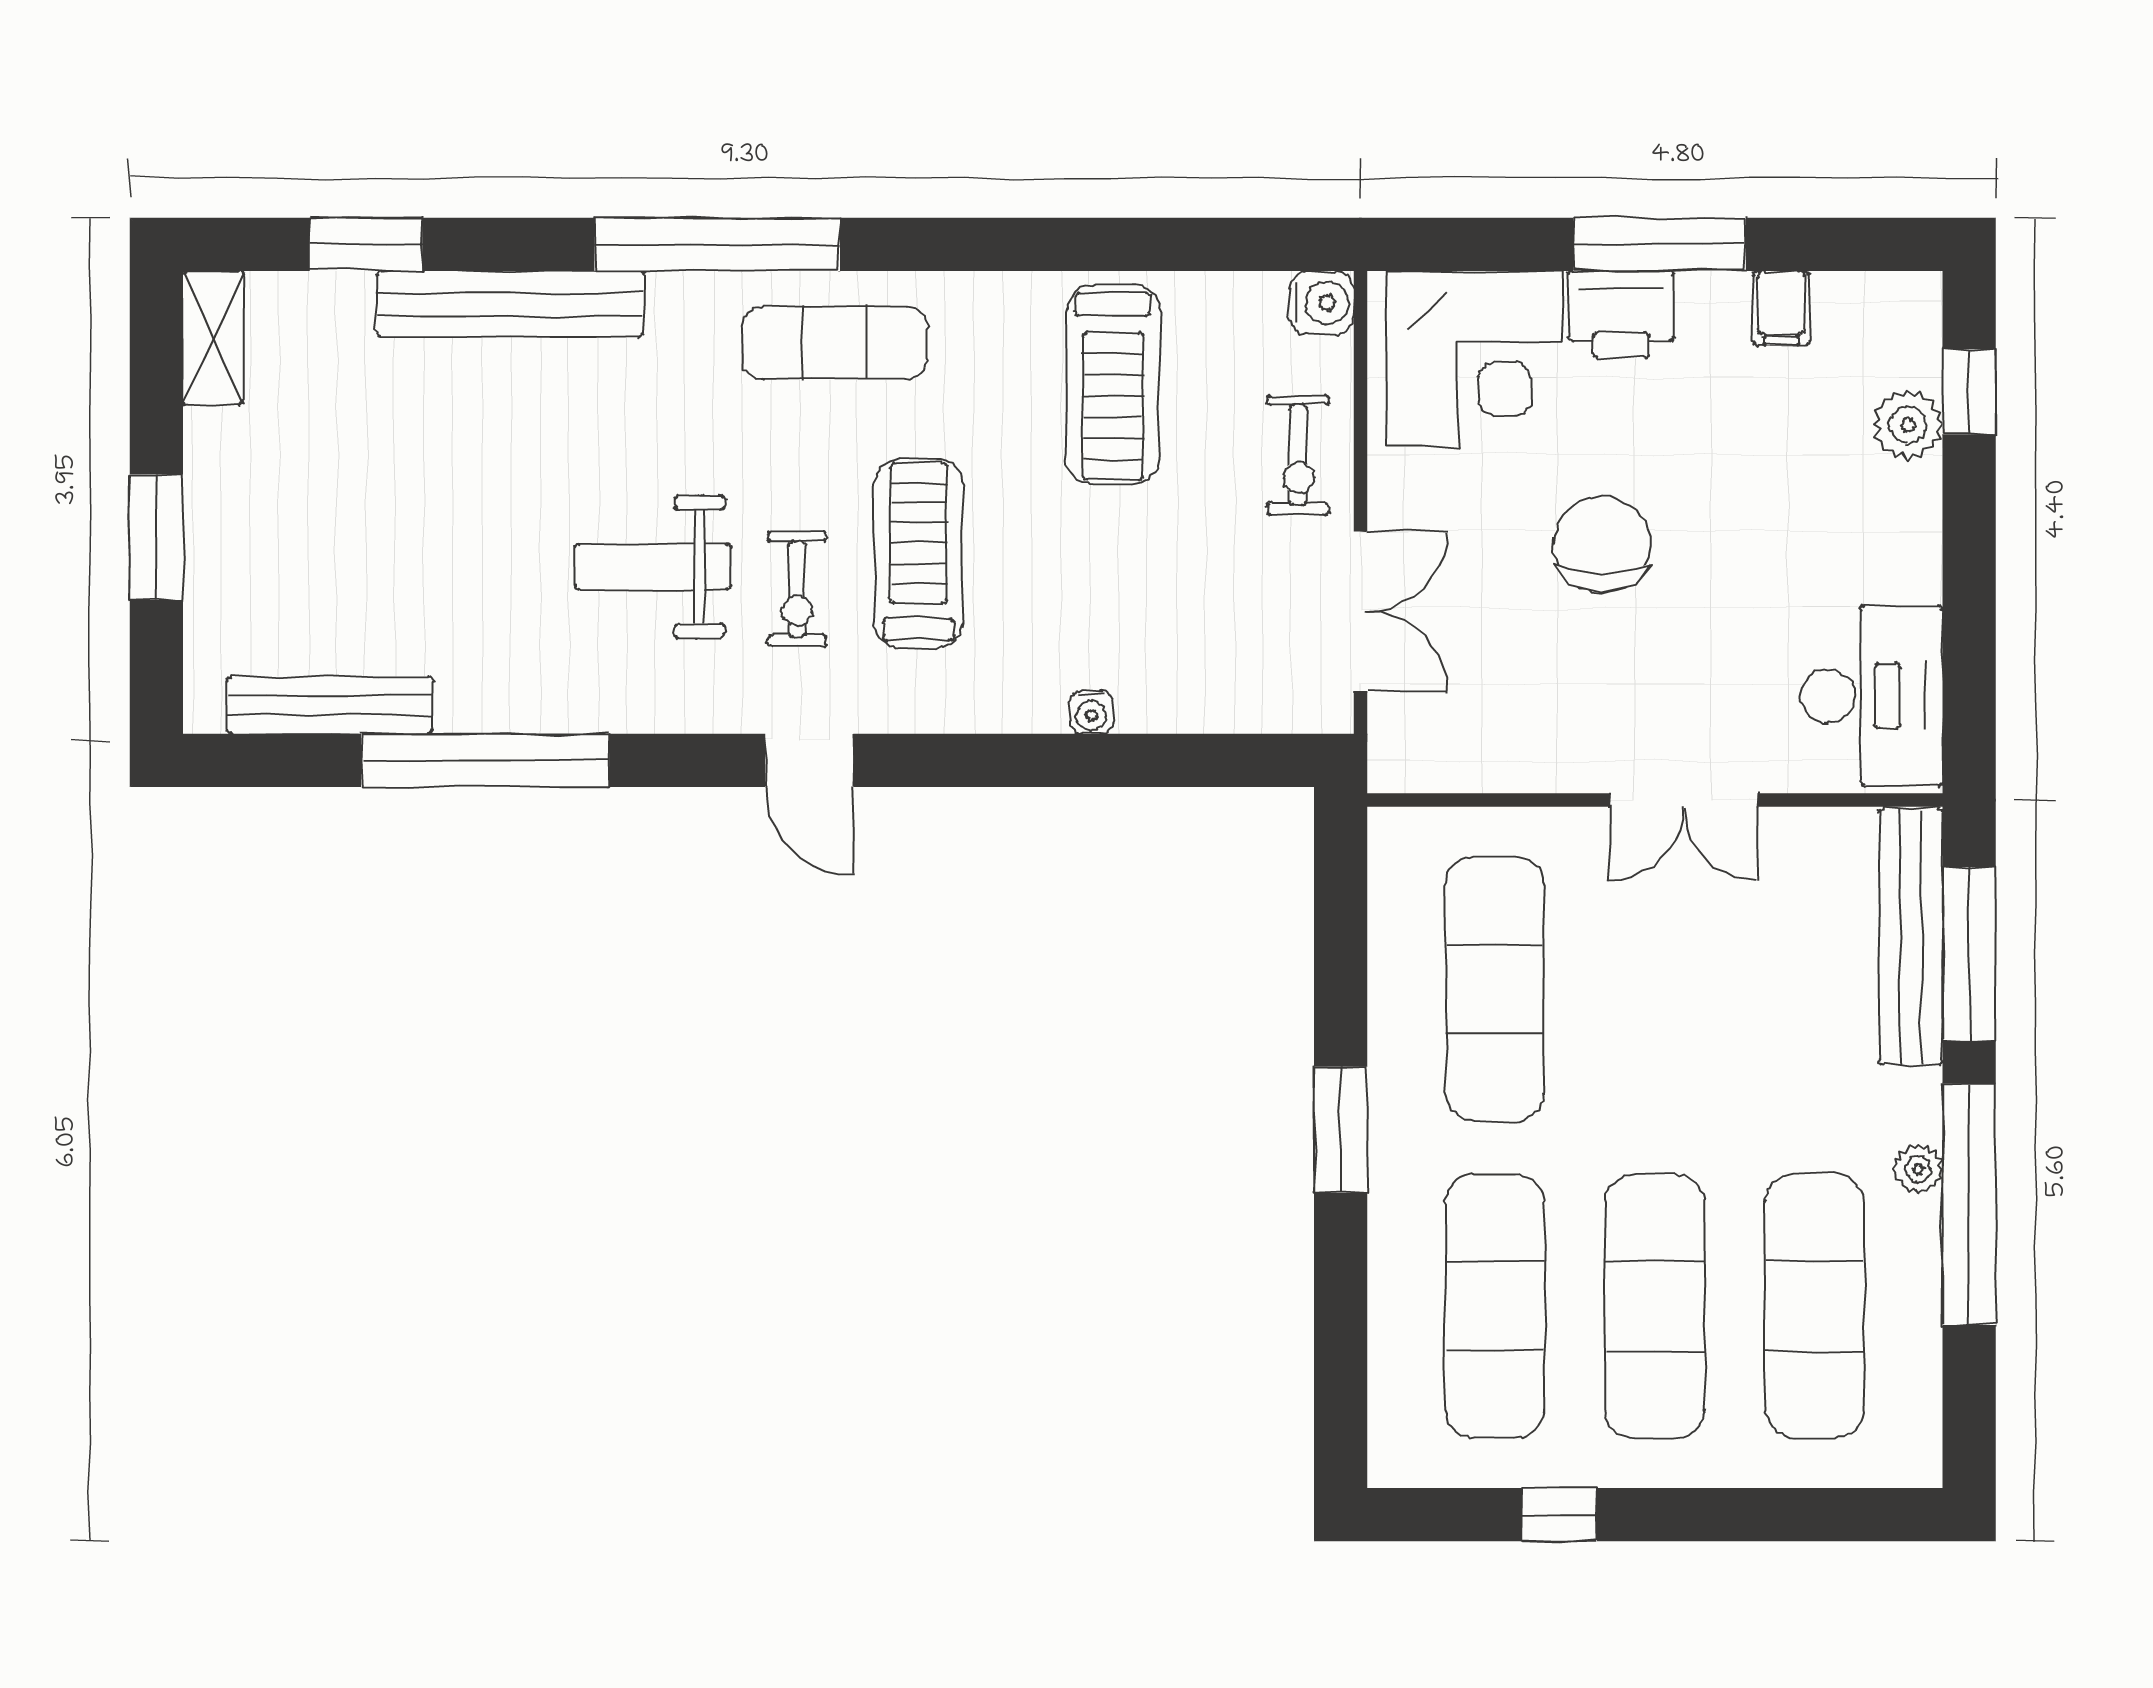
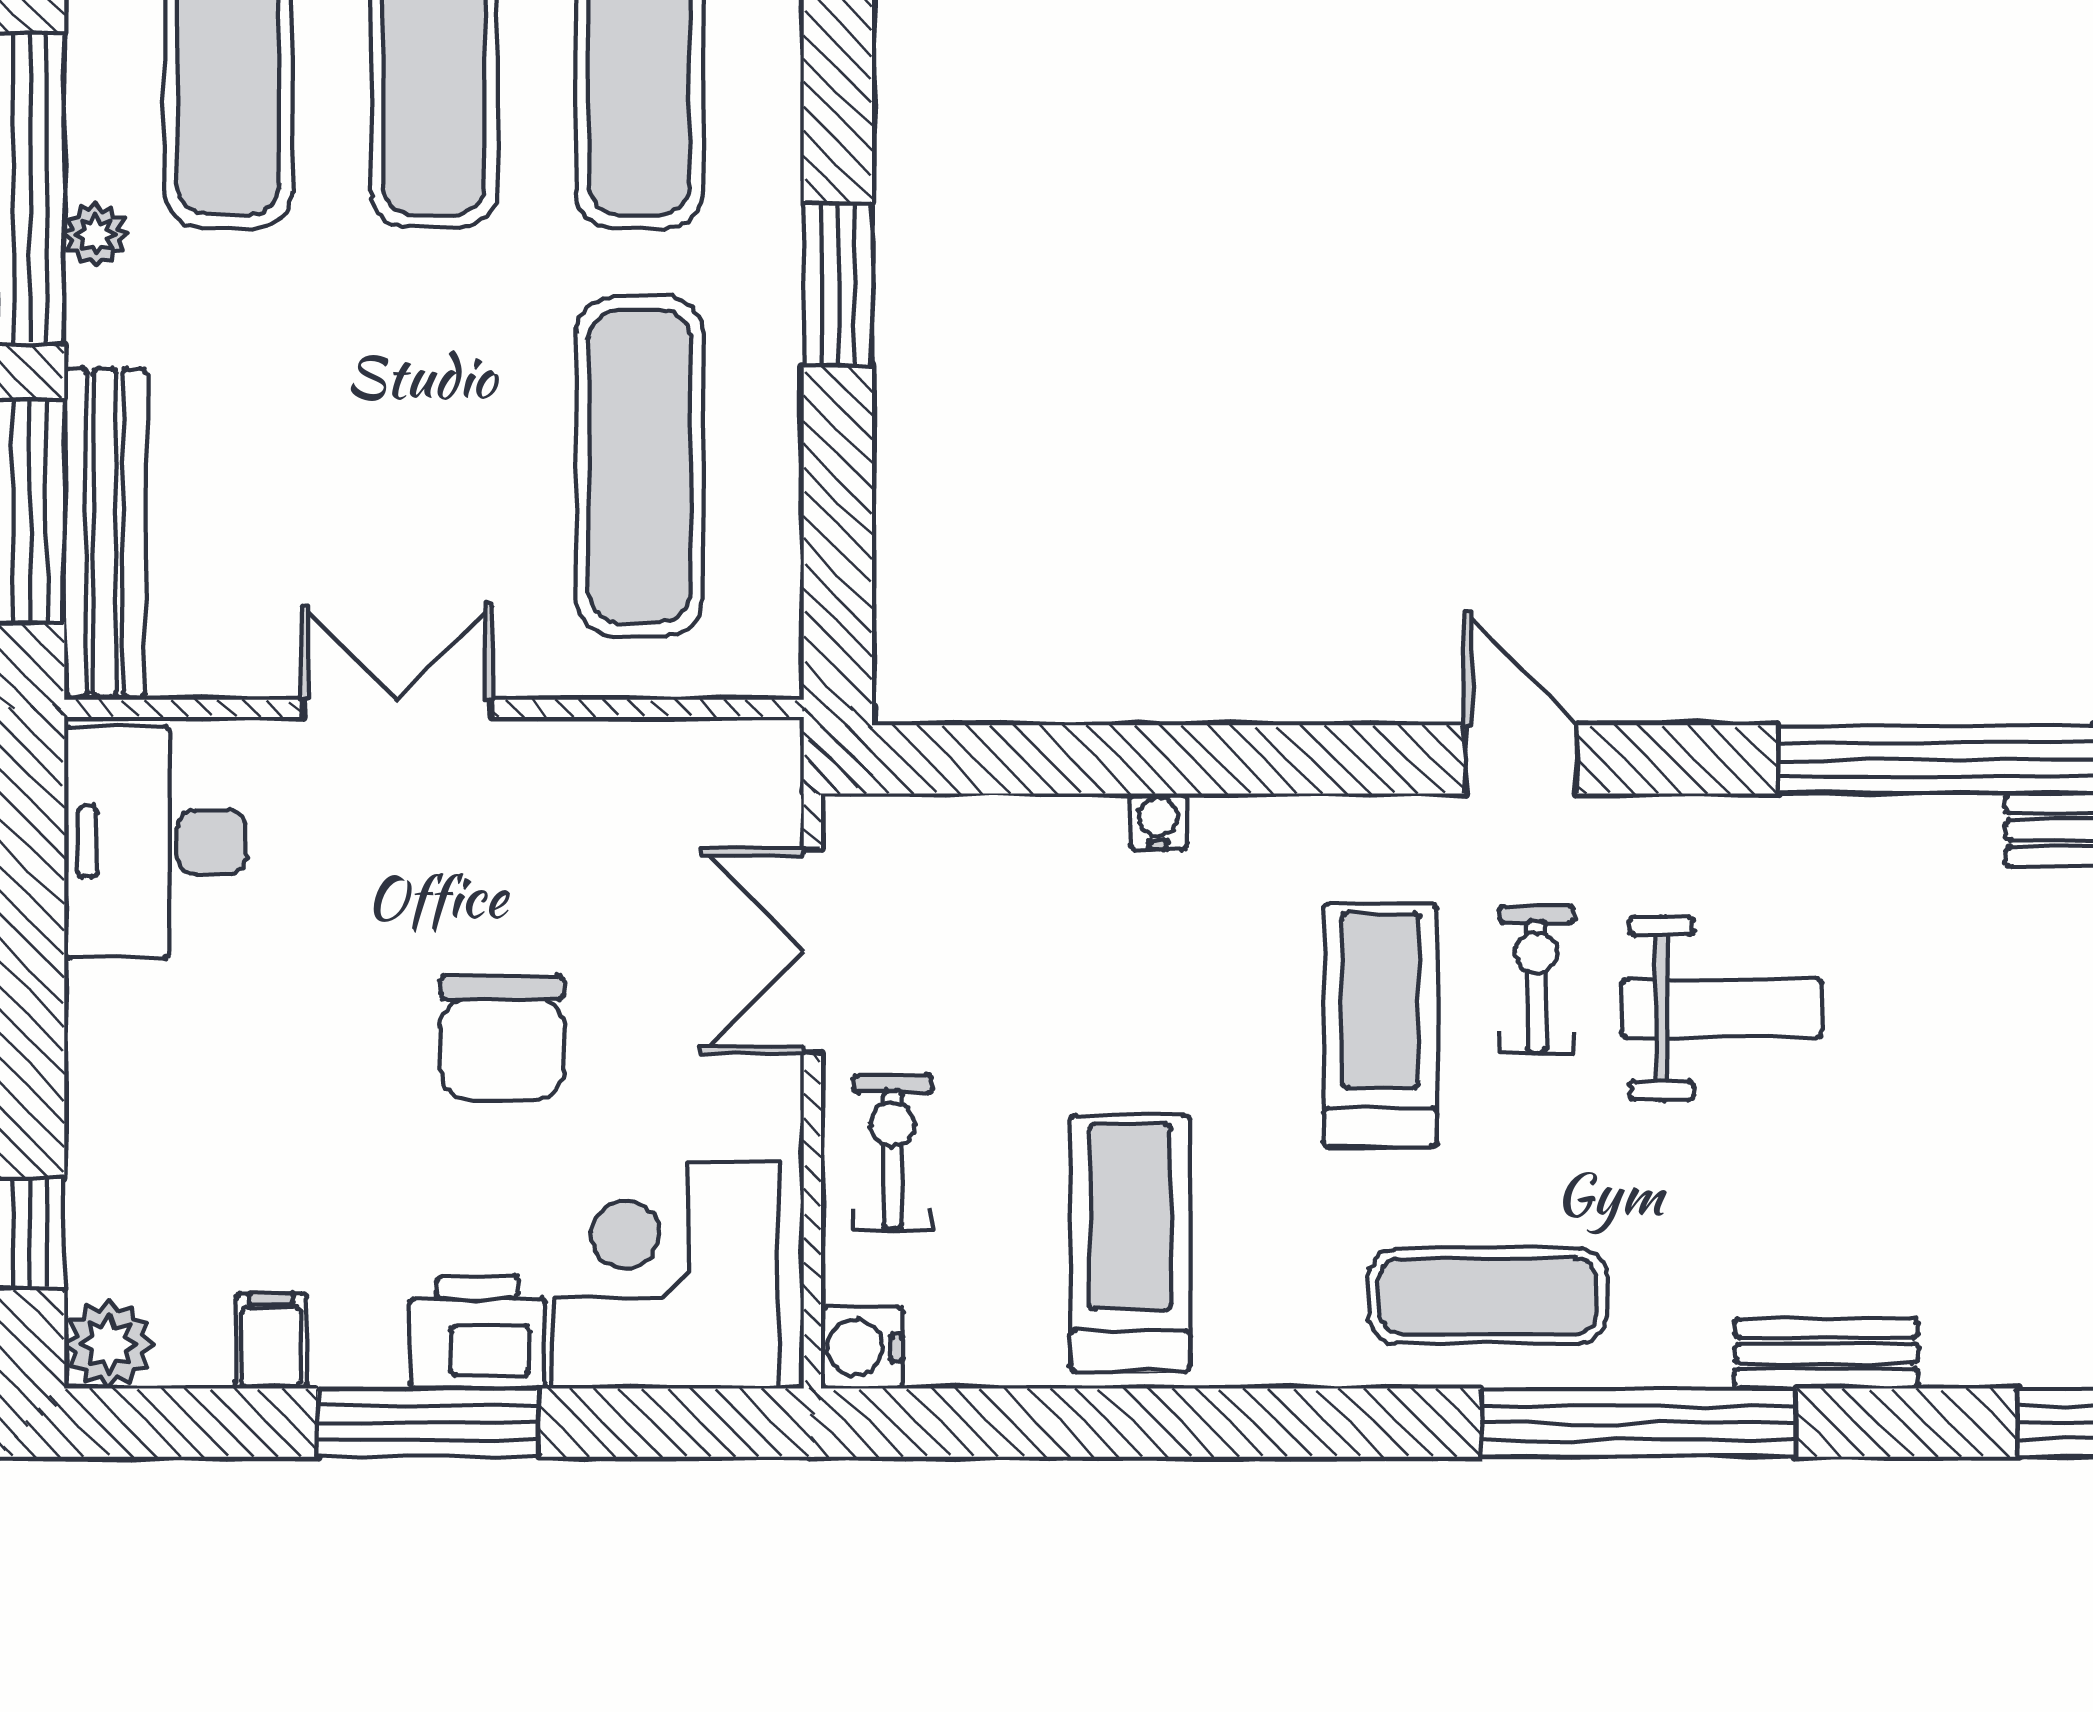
bench: (510, 304) -> (1826, 1354), width x0.54, depth x0.82
plant: (1908, 425) -> (109, 1344), moved
treadmill: (919, 554) -> (1380, 1025), turned 180

